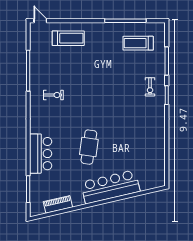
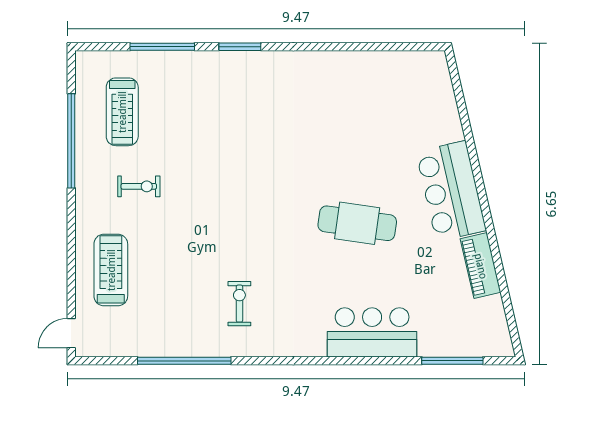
exercise bike: (150, 87) -> (139, 186), moved
bar counter: (110, 187) -> (451, 191), width x0.73
piano: (58, 204) -> (481, 266), moved

